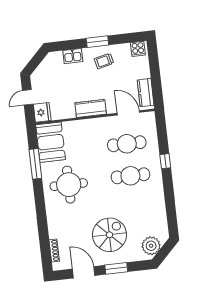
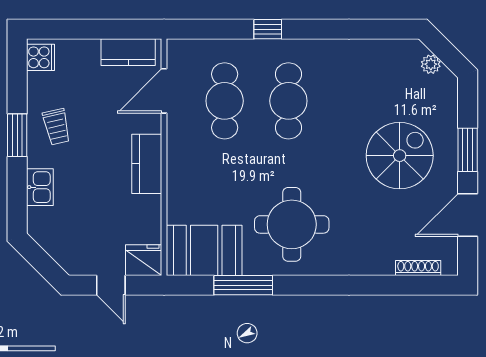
spiral stairs: (109, 235) -> (400, 156), turned 90
plant: (151, 246) -> (431, 64), width x0.53, depth x0.53

